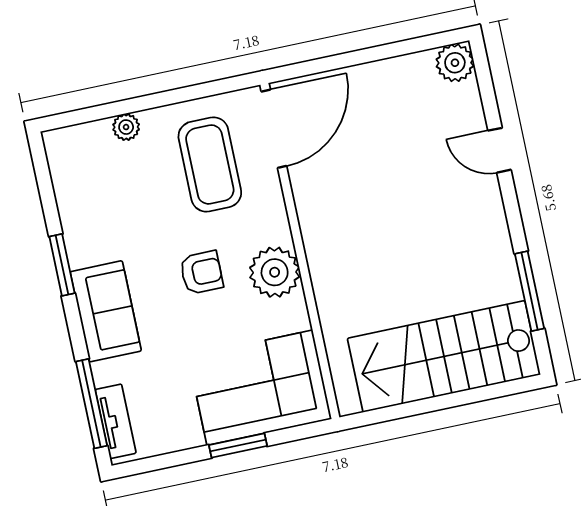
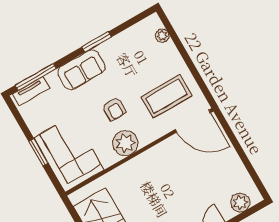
plant: (455, 63) -> (240, 203), moved
plant: (126, 127) -> (162, 36), moved

